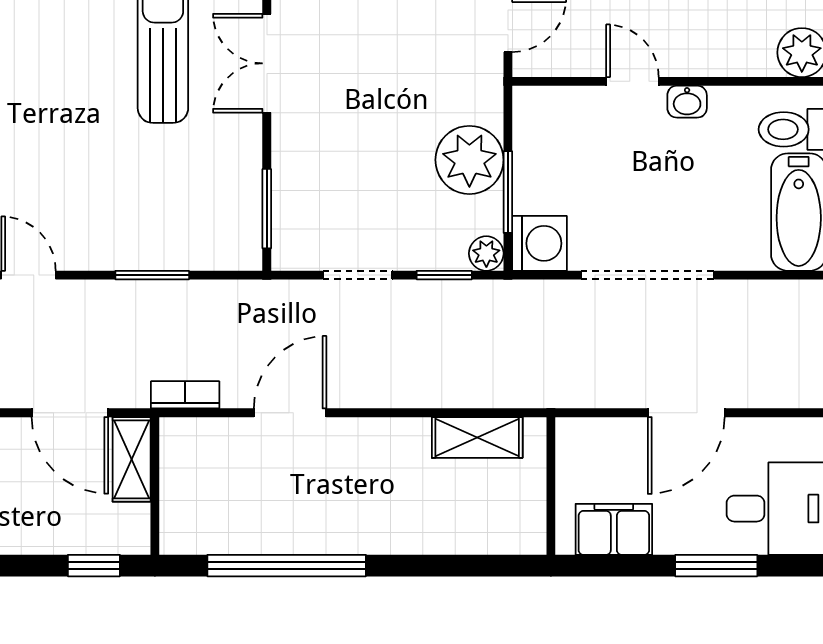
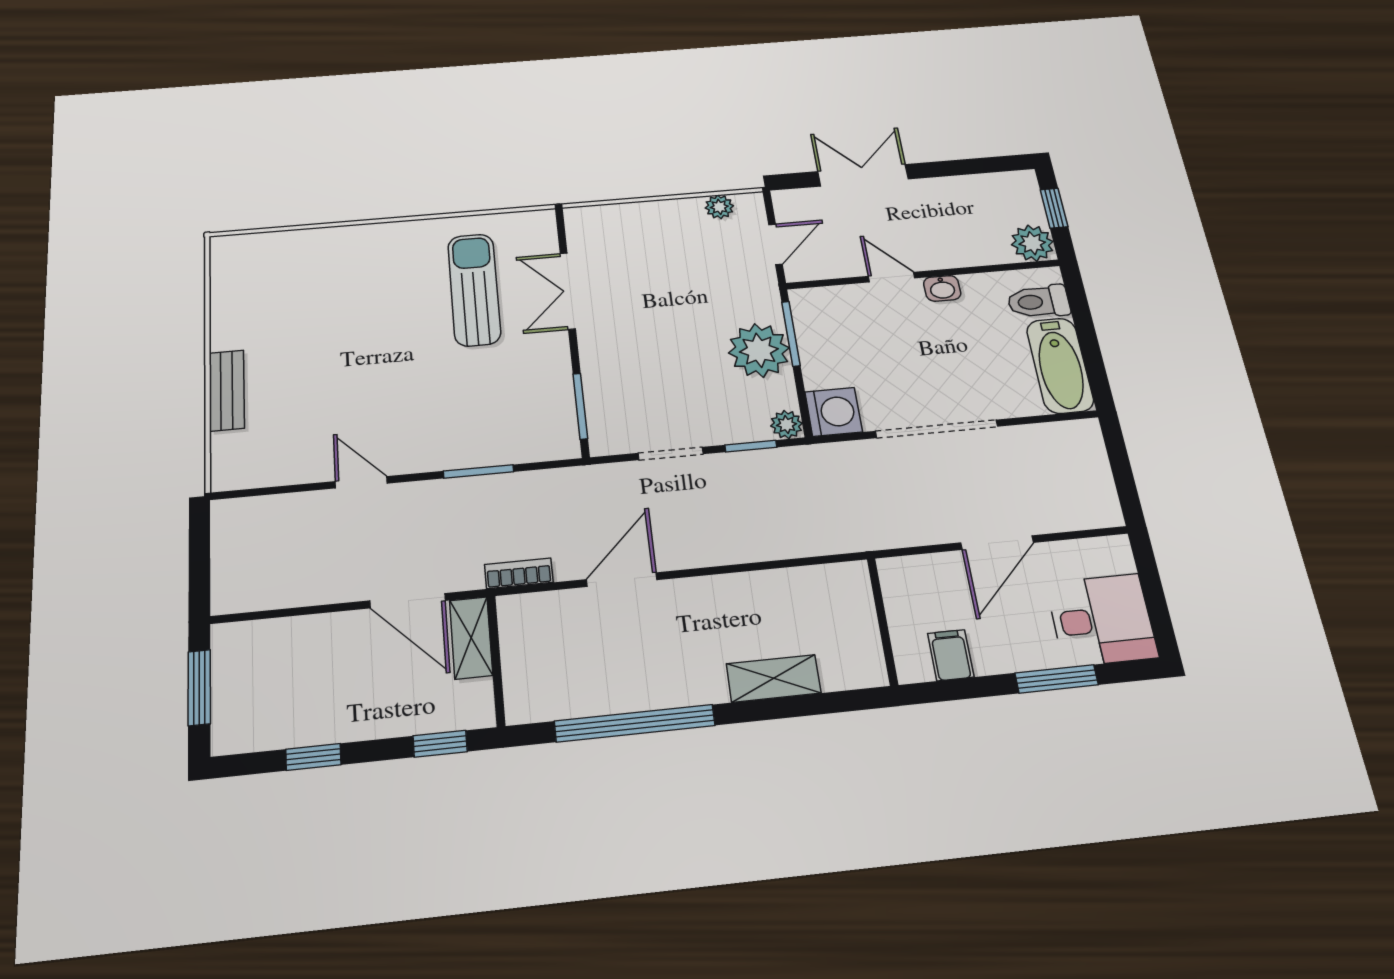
window: (508, 192) -> (791, 334), moved
shelving: (477, 438) -> (774, 678), moved
filing cabinet: (614, 529) -> (951, 655), width x0.50

